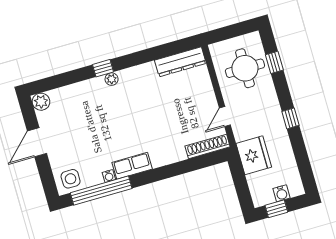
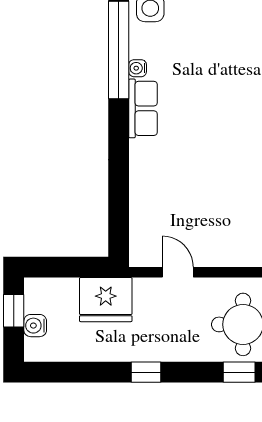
shoe rack: (208, 146) -> (140, 233), removed

